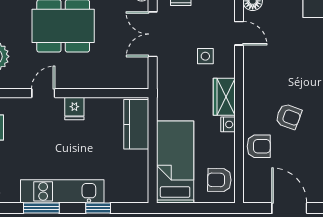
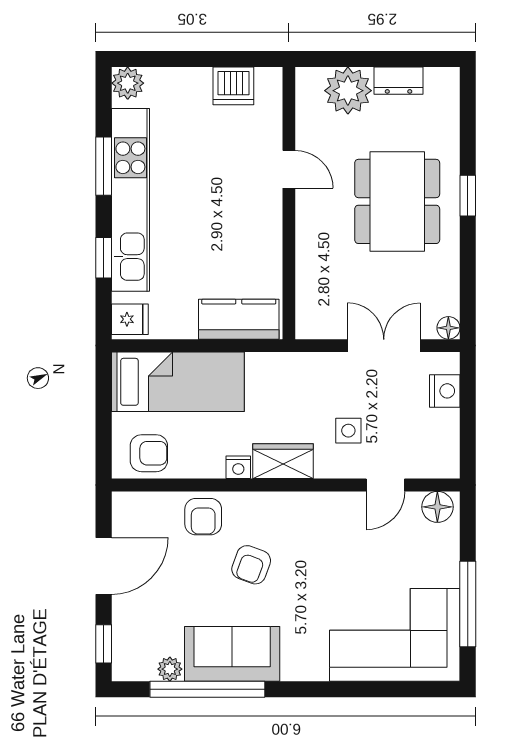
fridge: (74, 108) -> (130, 319), moved, turned 180
armchair: (219, 180) -> (149, 453), turned 89
kitchen unit: (62, 191) -> (130, 200), width x1.36

